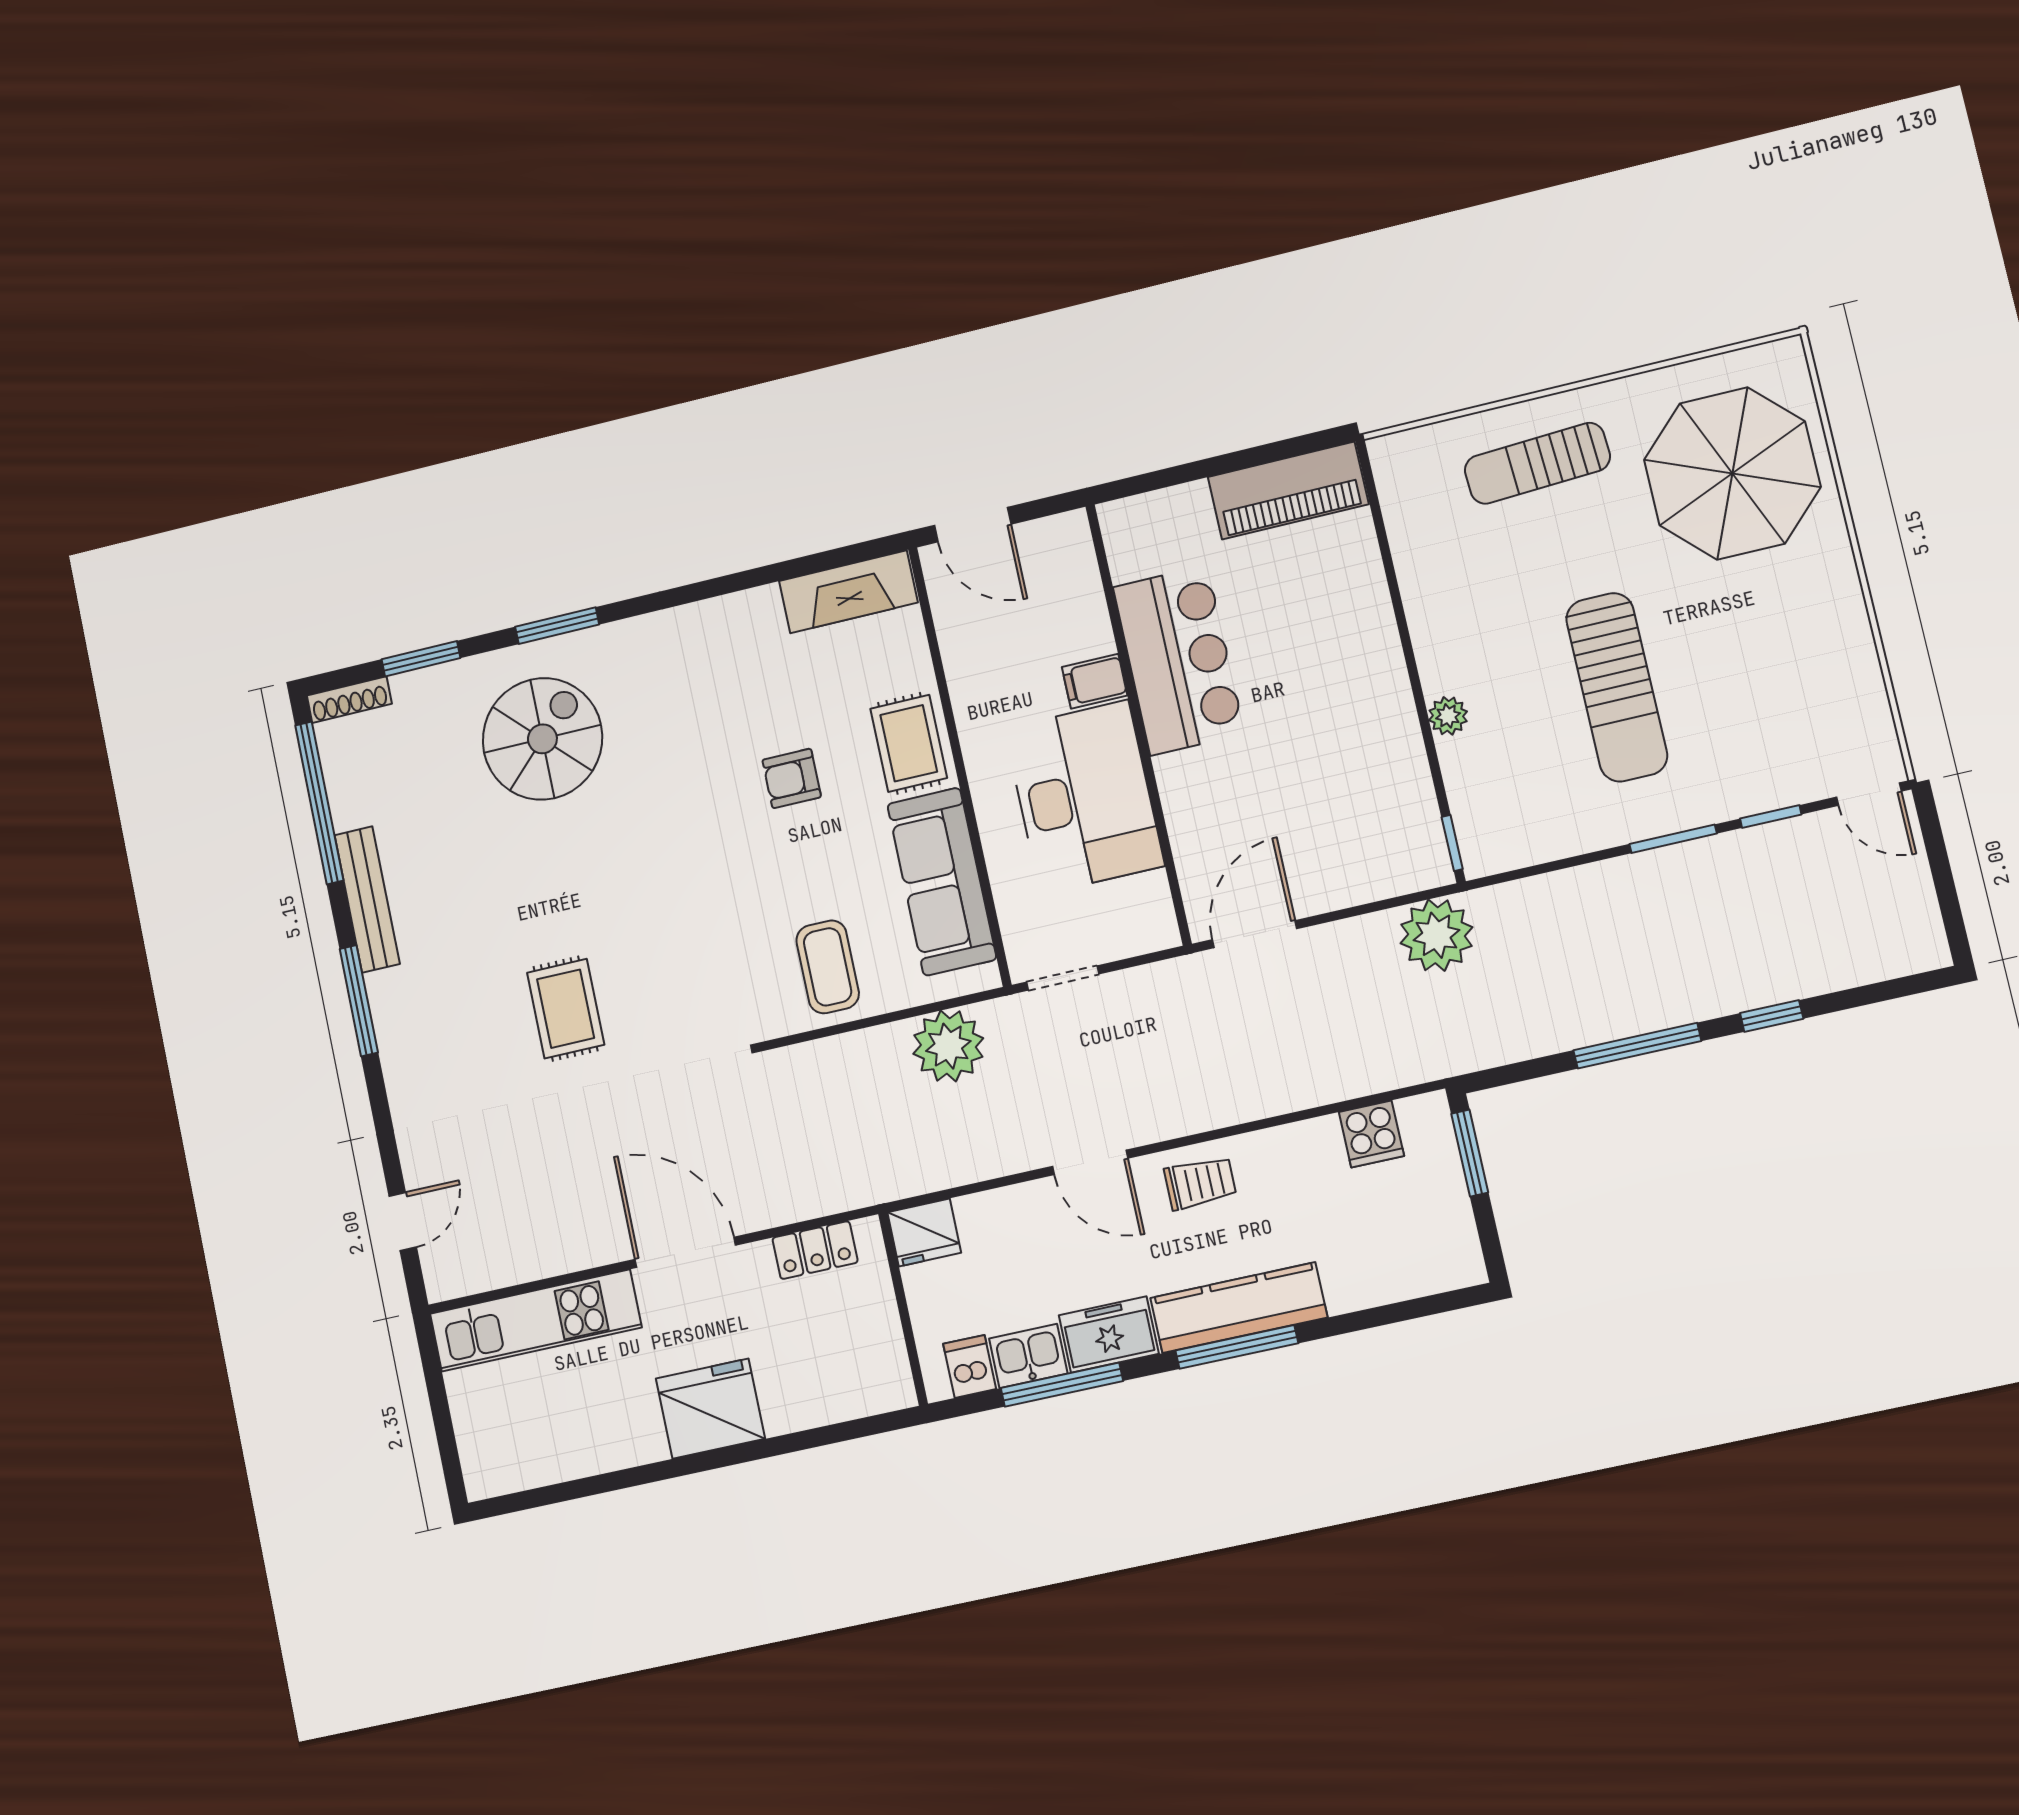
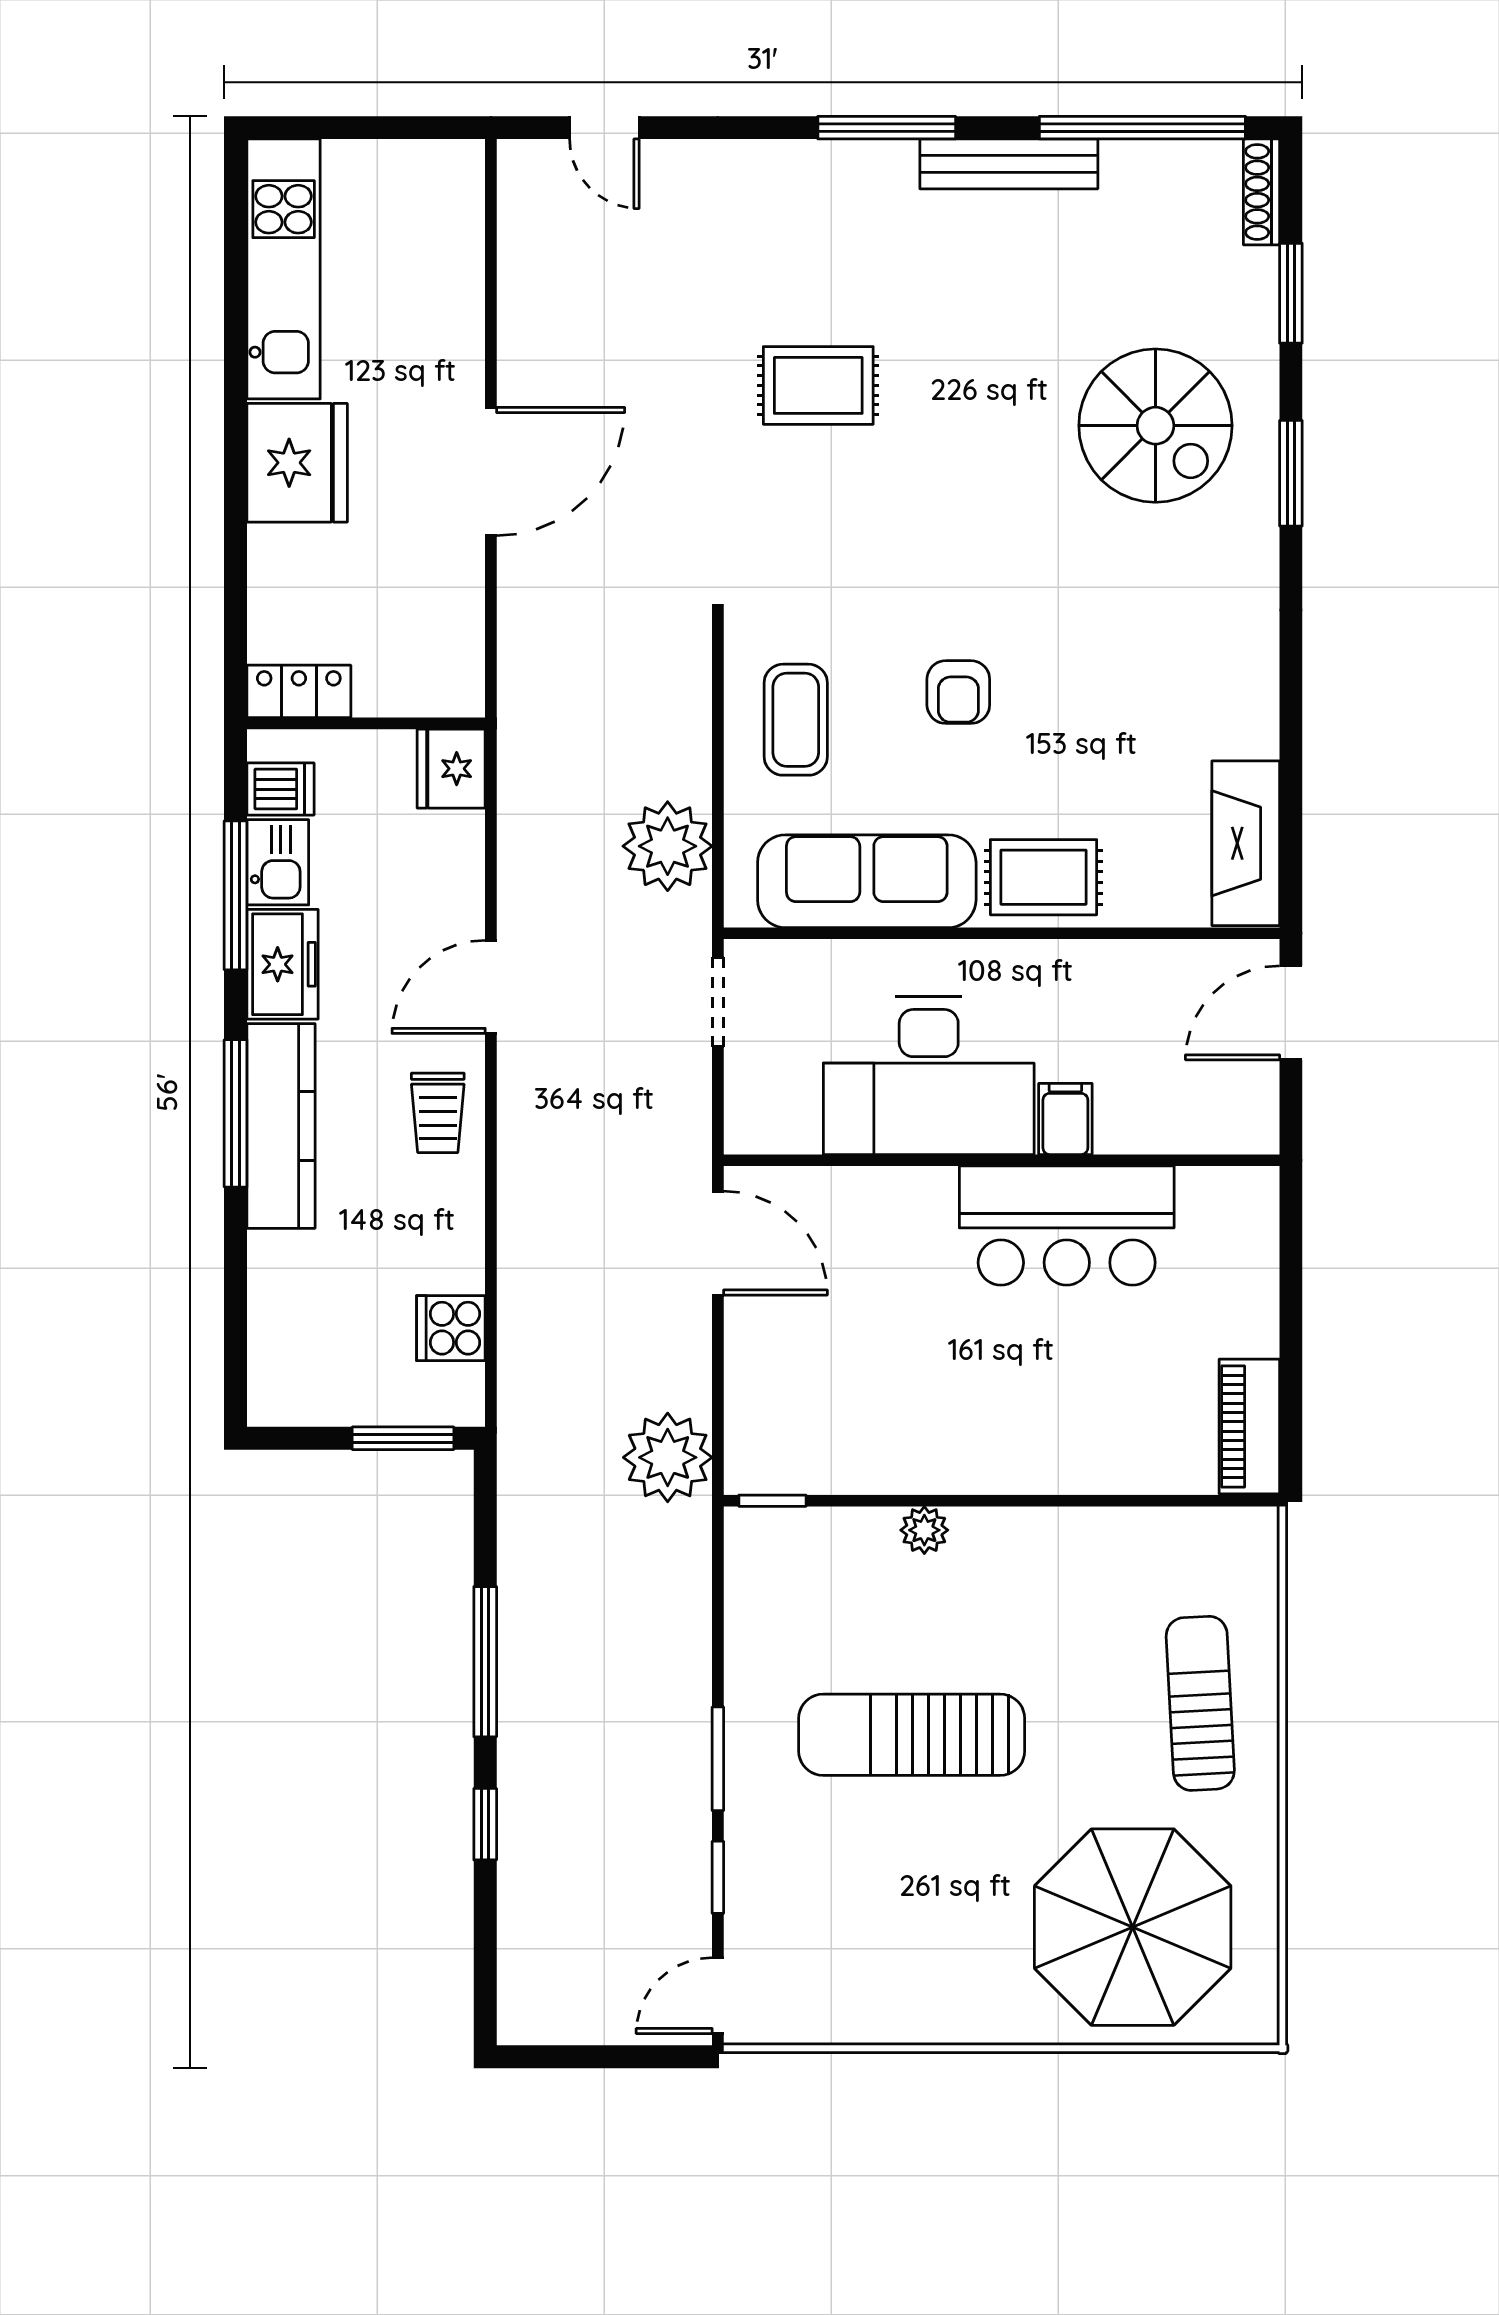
piano: (1288, 491) -> (1249, 1427), width x0.73, depth x0.75
armchair: (792, 778) -> (958, 692), moved, turned 180
coffee table: (828, 967) -> (796, 720), turned 90
locker: (815, 1250) -> (299, 691), moved, turned 90
kitchen unit: (536, 1321) -> (284, 269), moved, turned 180

